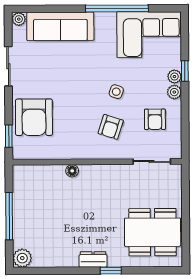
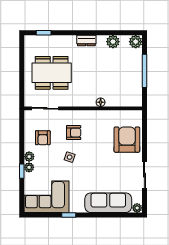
window: (117, 8) -> (69, 215), width x0.32
armchair: (155, 119) -> (43, 138), turned 180
armchair: (111, 127) -> (74, 133), turned 72
window: (9, 136) -> (145, 127), removed
dining table: (153, 232) -> (52, 73), moved
plant: (55, 258) -> (113, 42), added
window: (111, 271) -> (44, 33), moved

